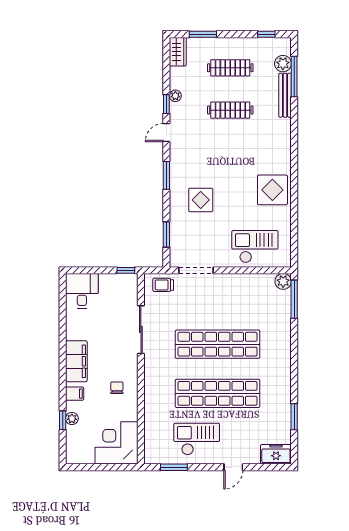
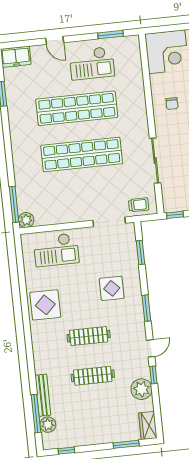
clothes rail: (230, 68) -> (89, 336), moved
plant: (175, 96) -> (141, 389), width x1.87, depth x1.87
door: (233, 467) -> (55, 40), swing flipped

